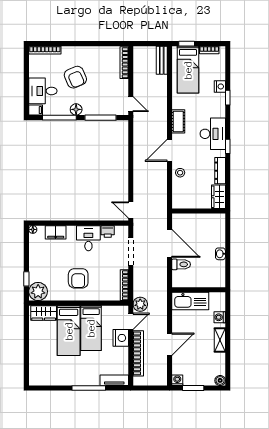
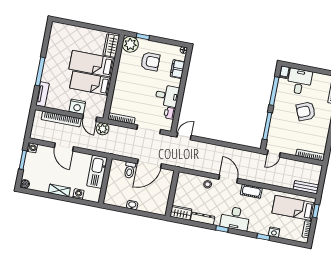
floor lamp: (76, 109) -> (278, 107), removed
armchair: (78, 278) -> (150, 62), moved, turned 180

